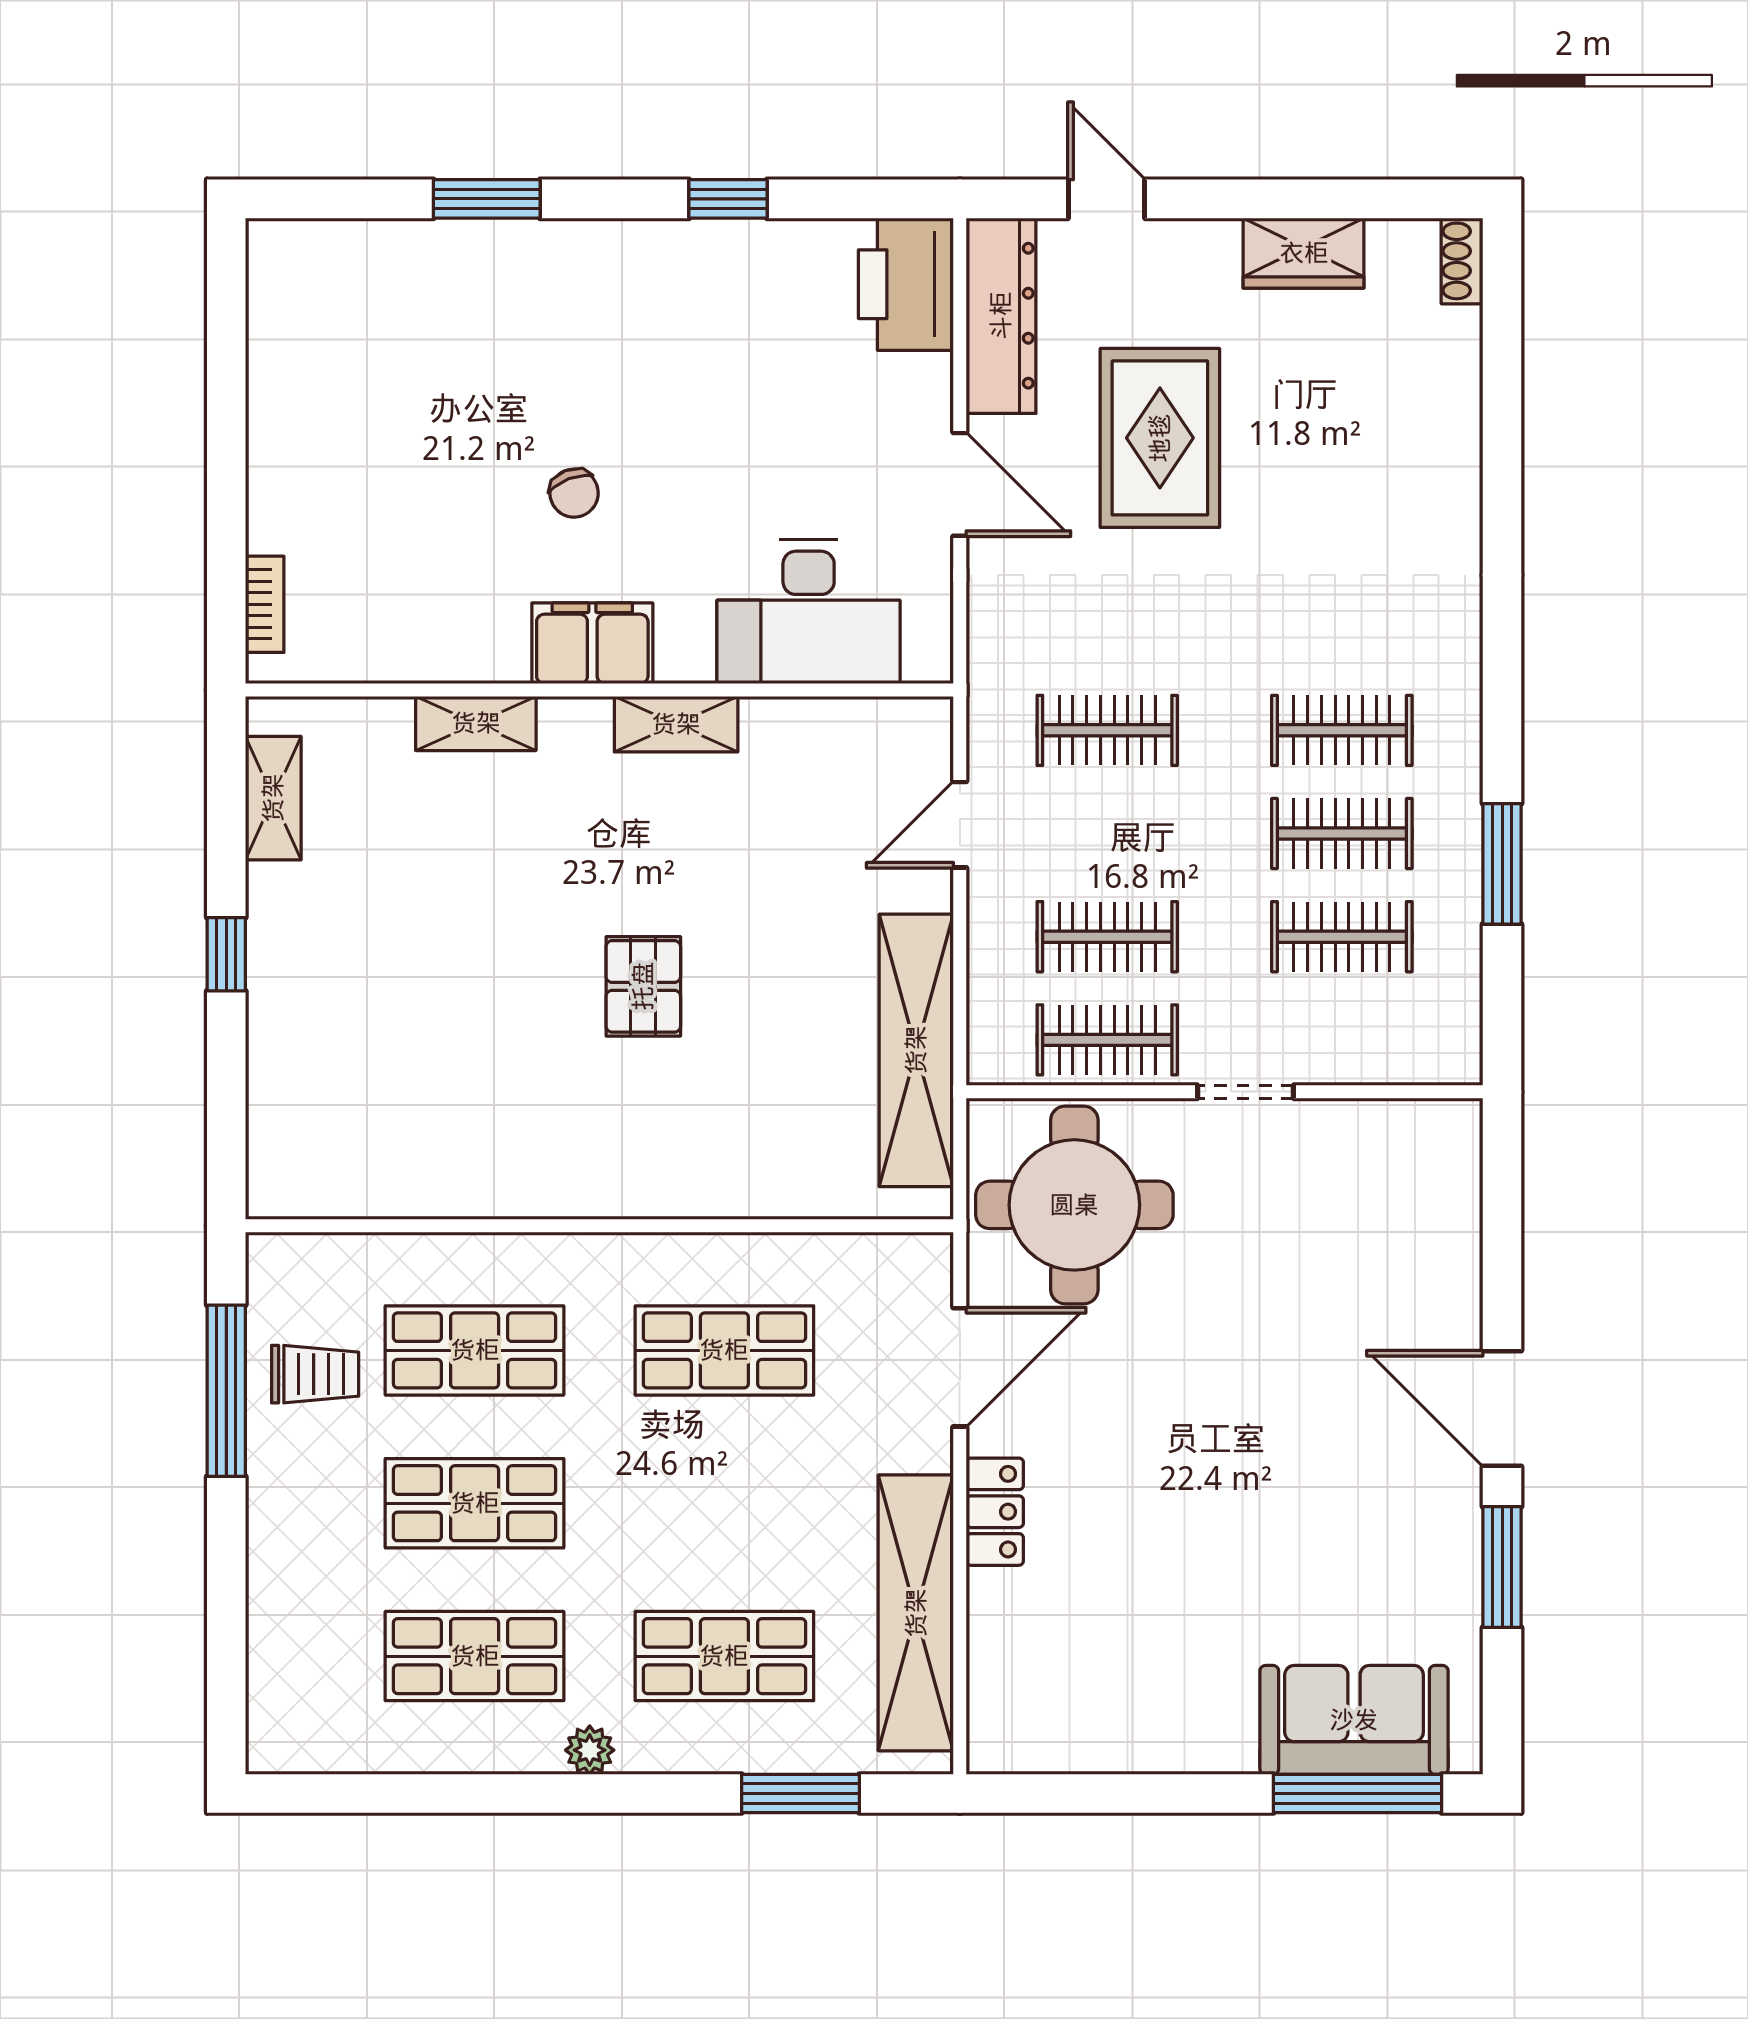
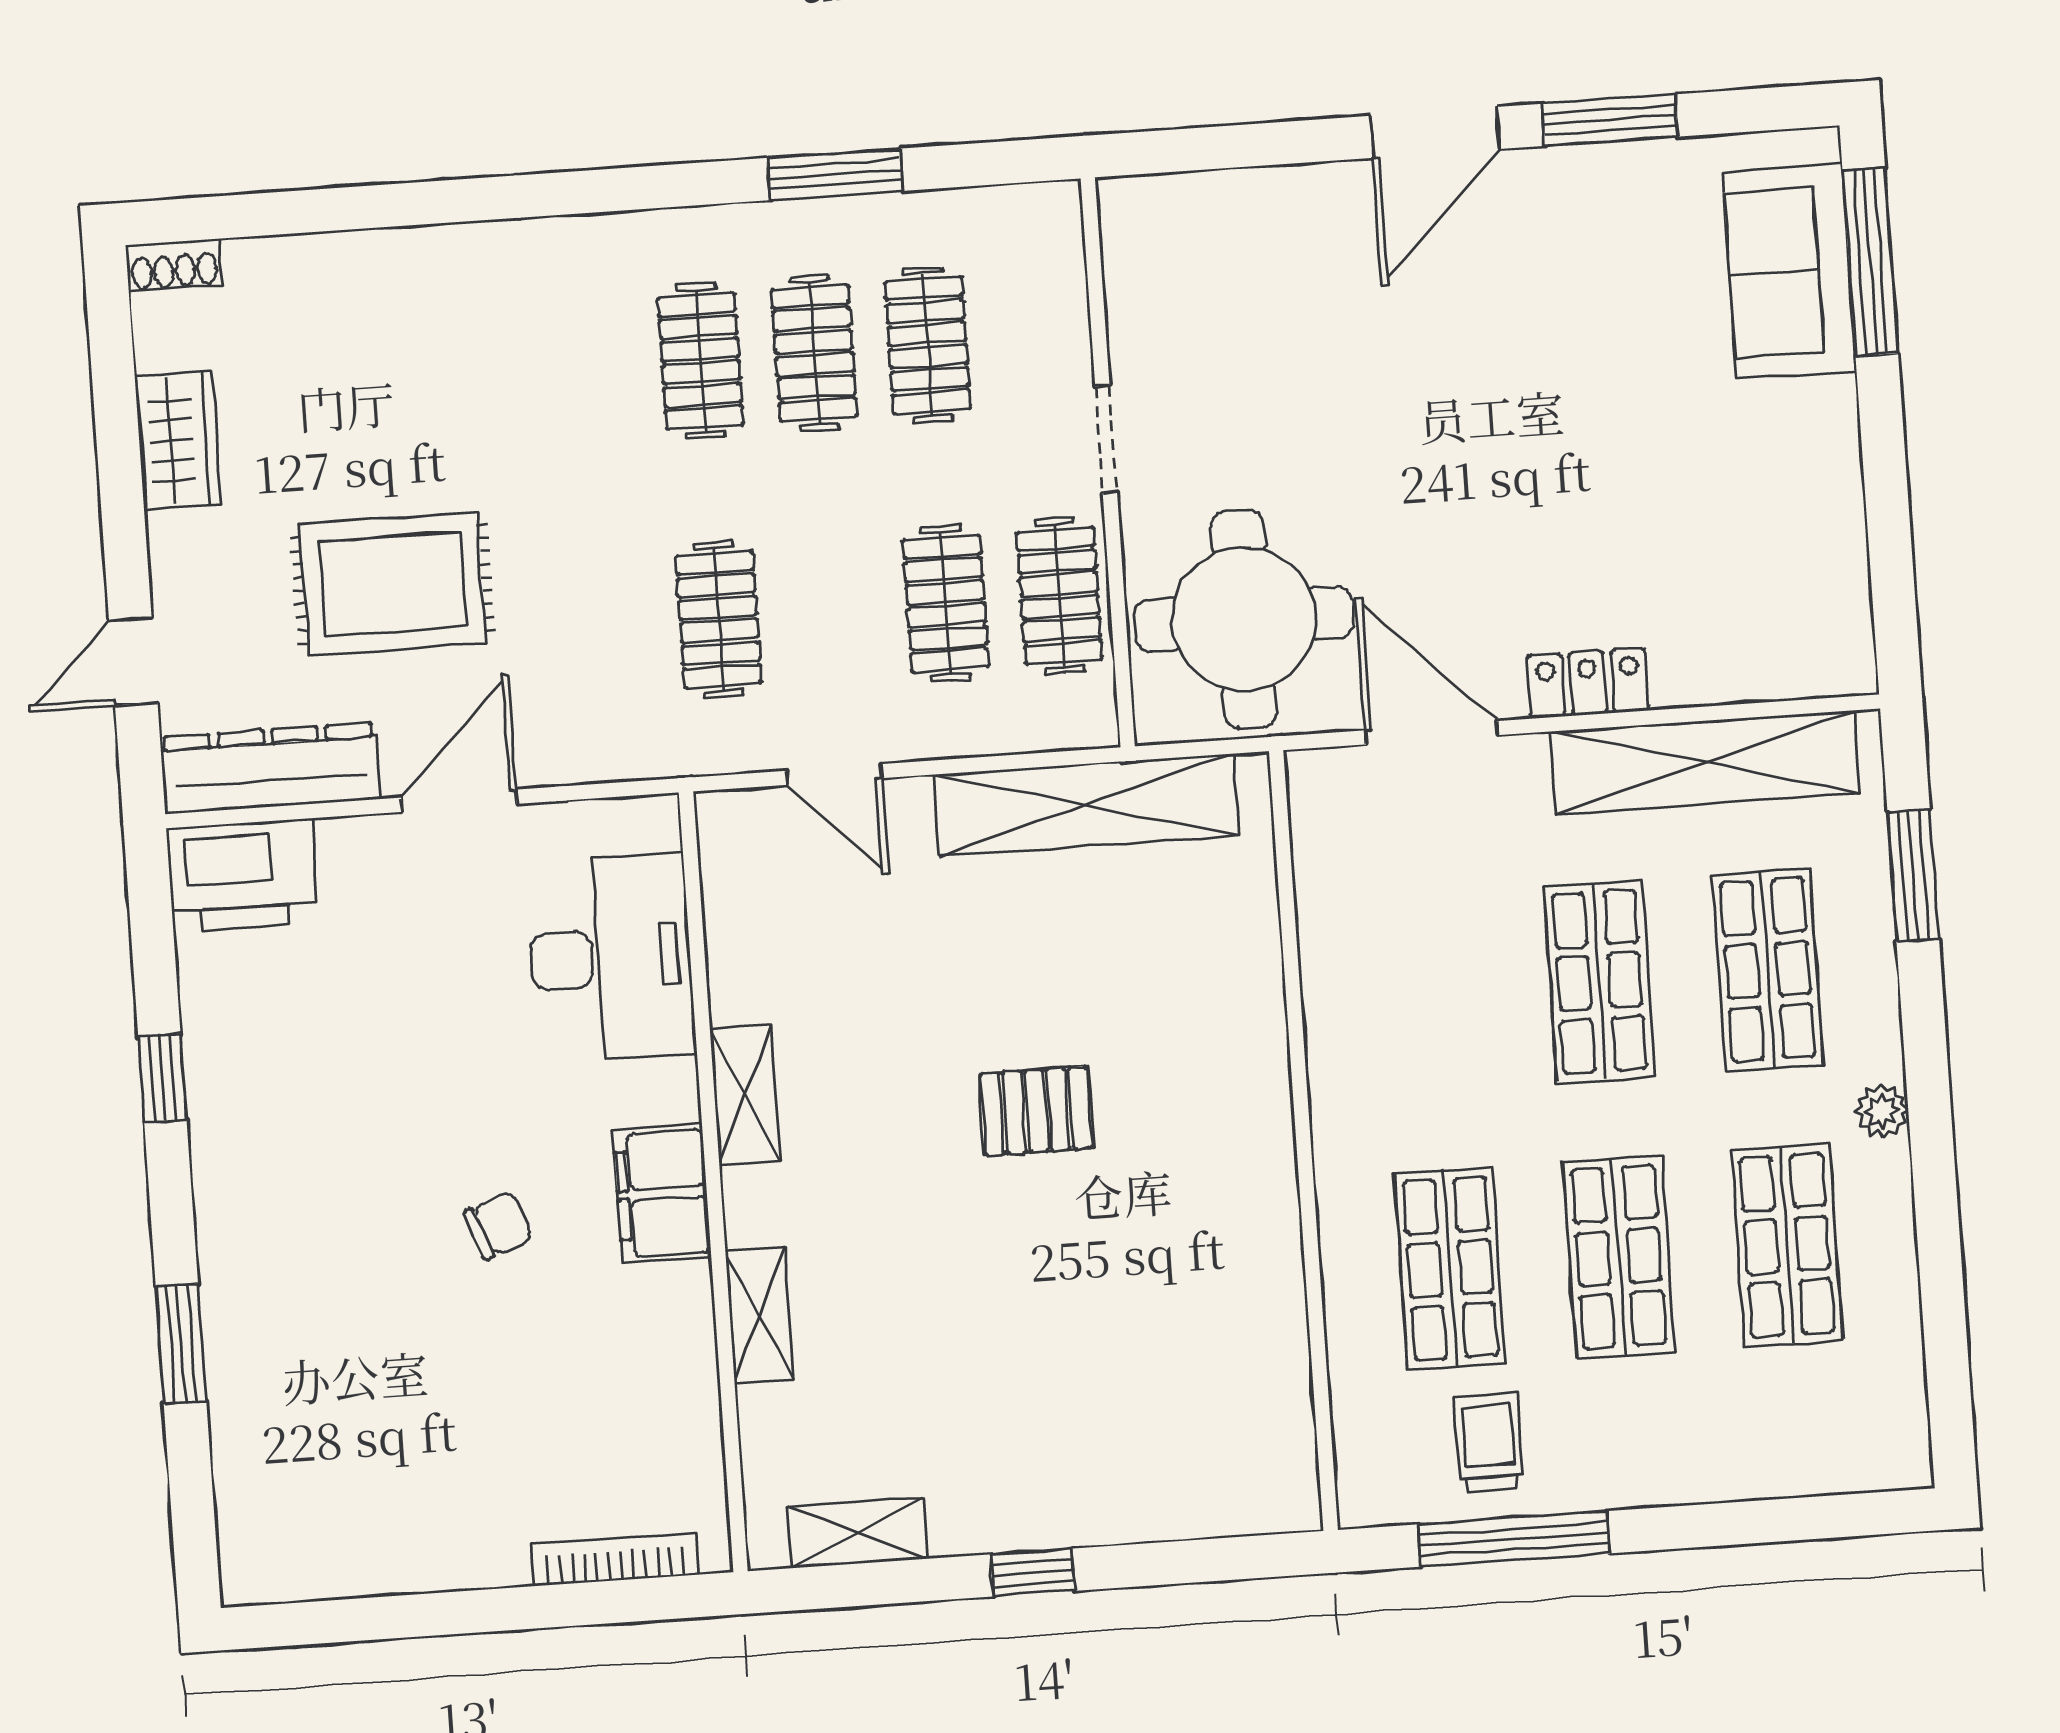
bookcase: (265, 604) -> (615, 1559), width x1.56
shop shelf: (724, 1350) -> (1599, 982), moved

